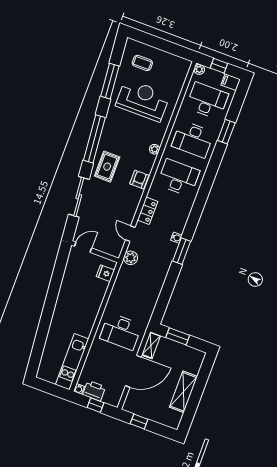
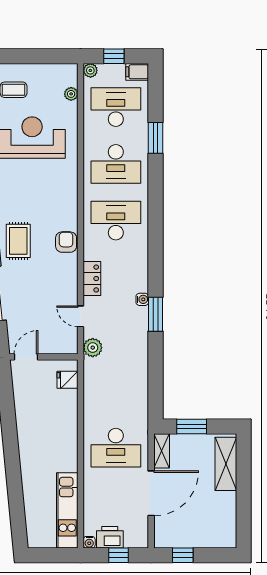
plant: (155, 149) -> (71, 94), moved
shelving: (183, 392) -> (226, 464), moved

